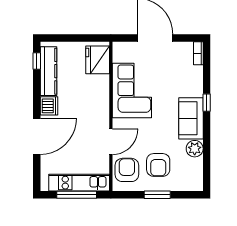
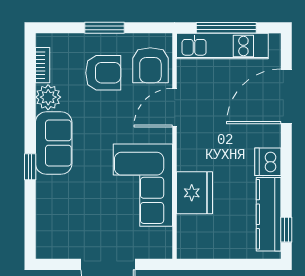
bookcase: (198, 53) -> (43, 65), moved
fridge: (98, 60) -> (195, 193), moved
door: (37, 136) -> (286, 96), moved
armchair: (158, 165) -> (103, 73), turned 90

